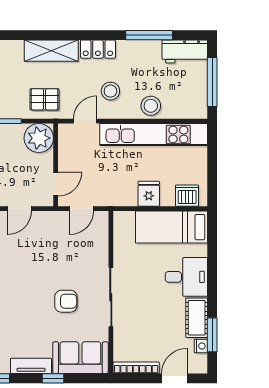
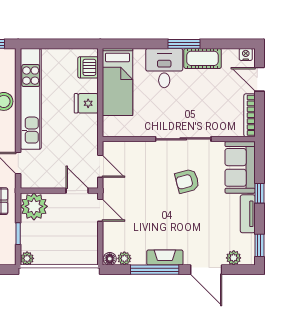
door: (19, 209) -> (100, 210), moved
armchair: (66, 301) -> (187, 181), turned -105
window: (212, 335) -> (184, 44), moved
nightstand: (201, 346) -> (246, 54), moved

